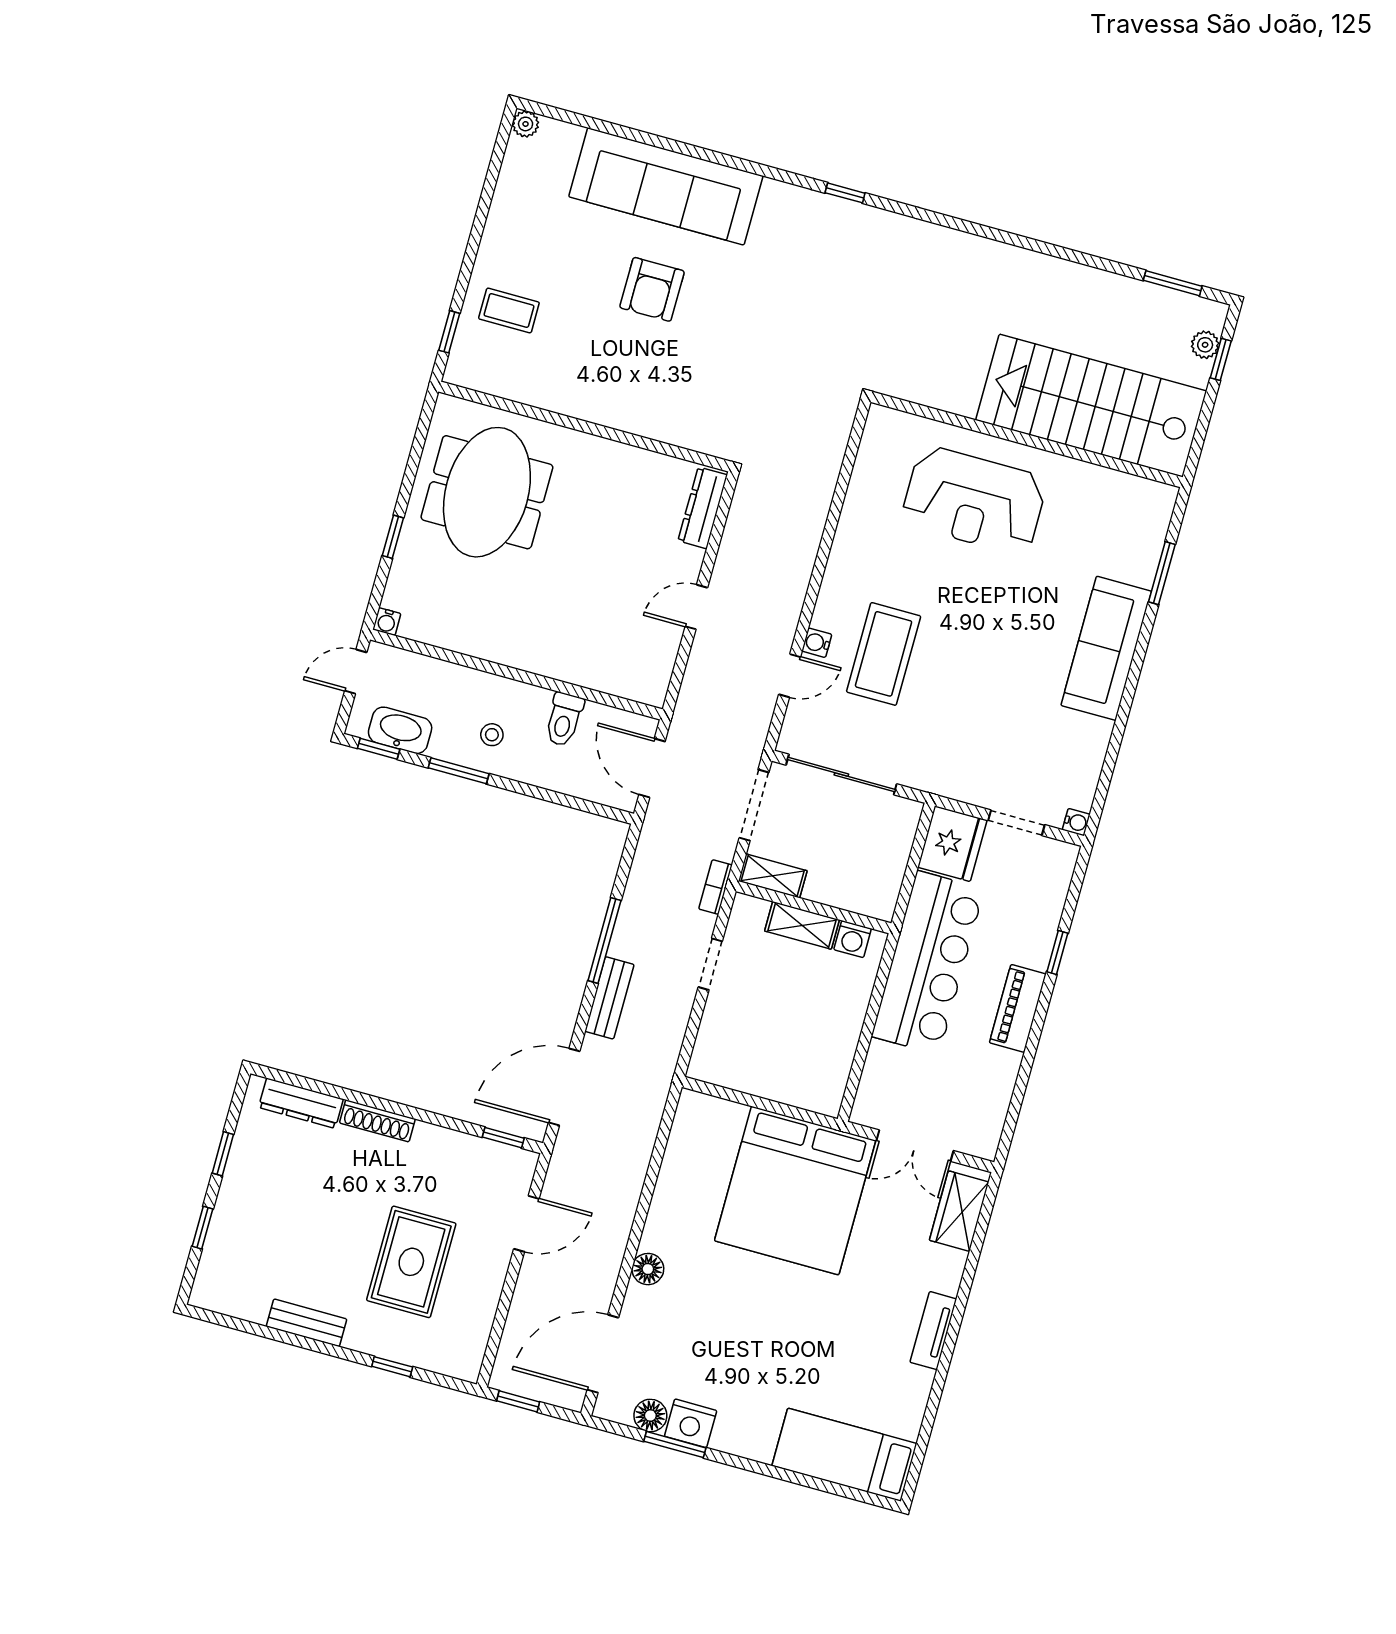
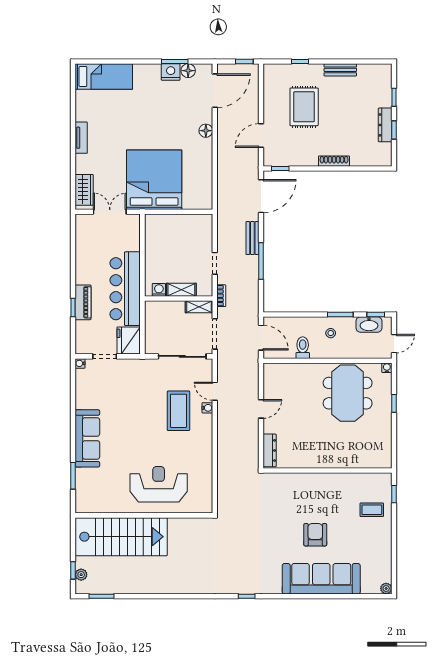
meeting table: (487, 492) -> (348, 393), moved
door: (790, 676) -> (215, 391), hinge flipped
piano: (1018, 1008) -> (83, 302), moved
dresser: (301, 1103) -> (385, 125), moved, turned -90

